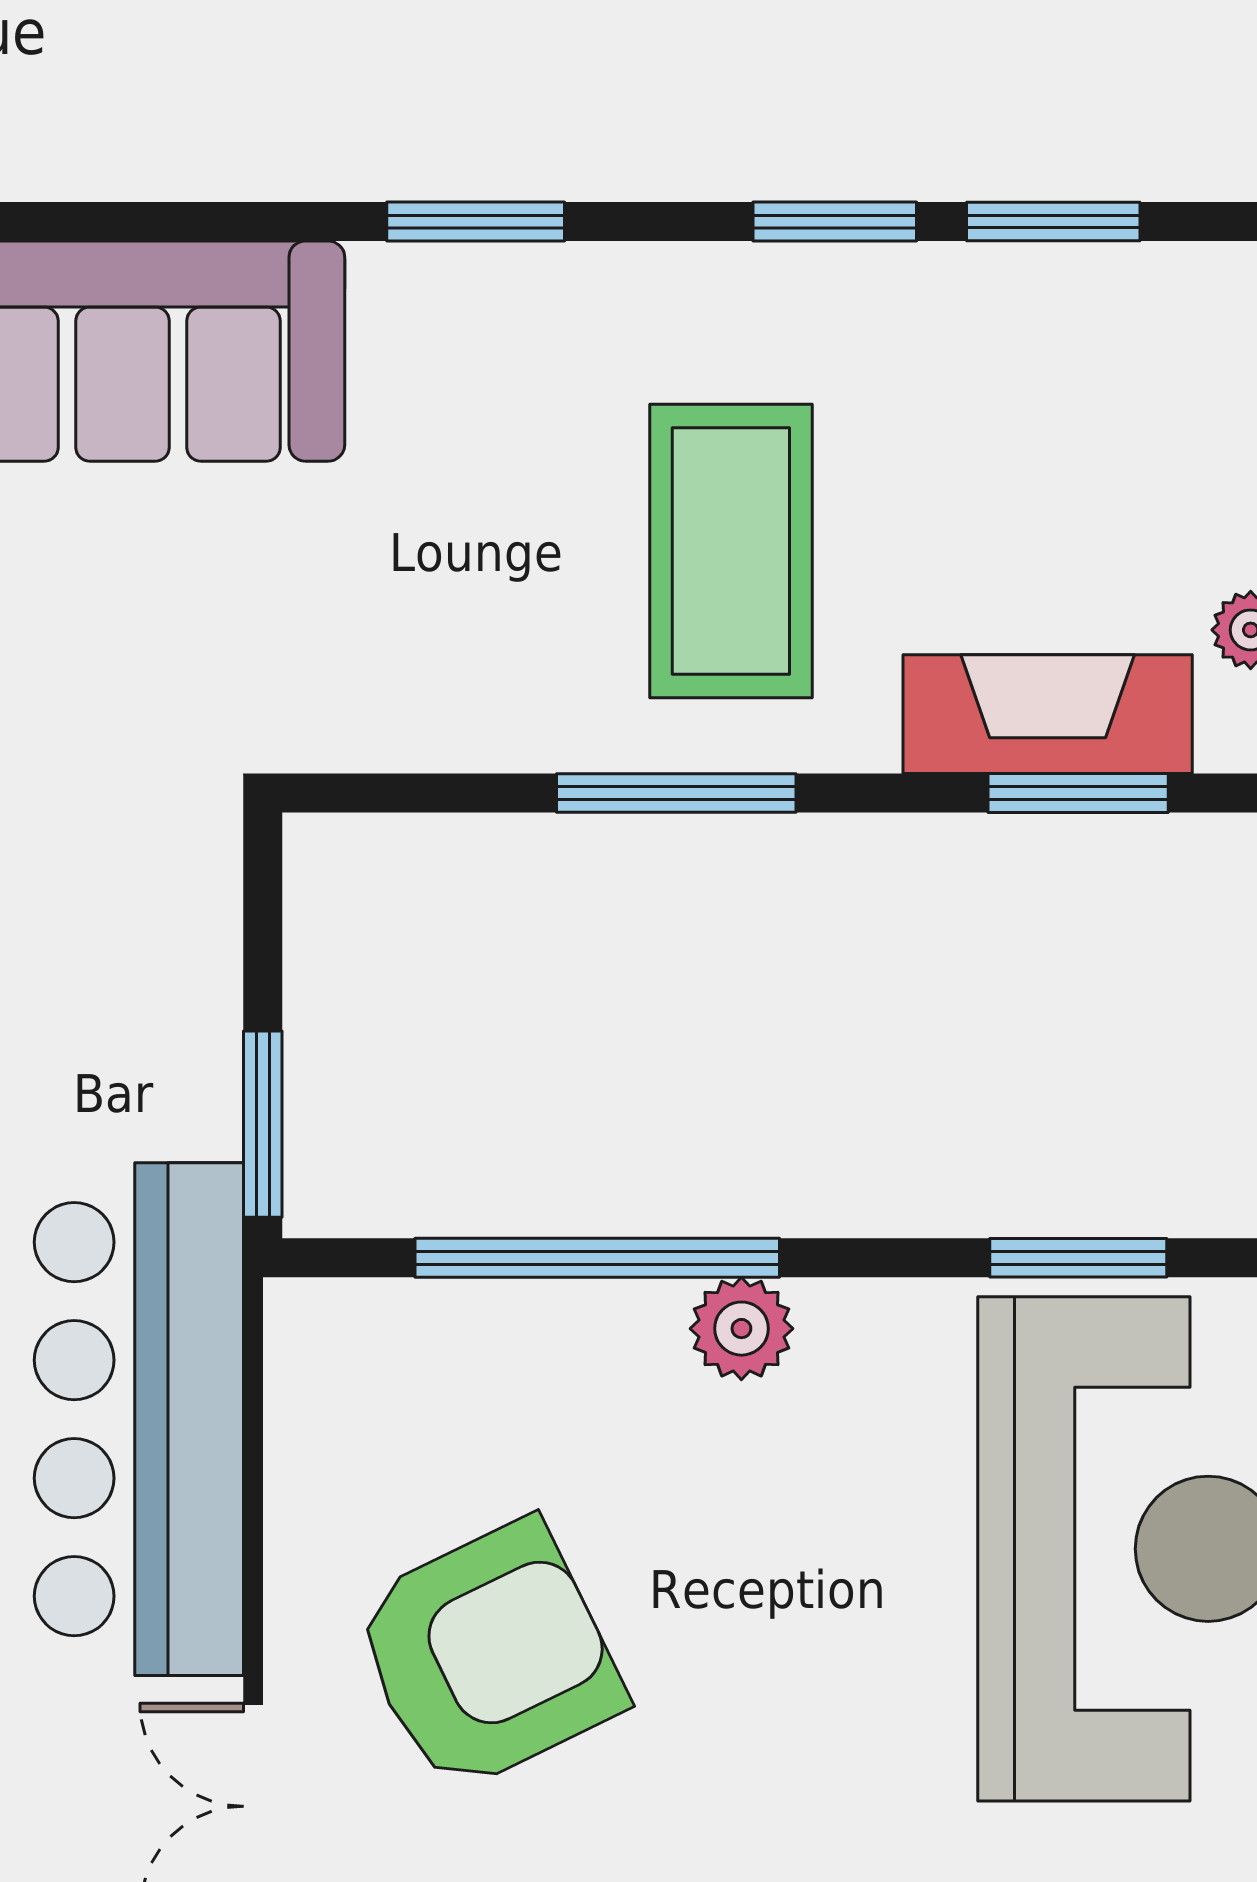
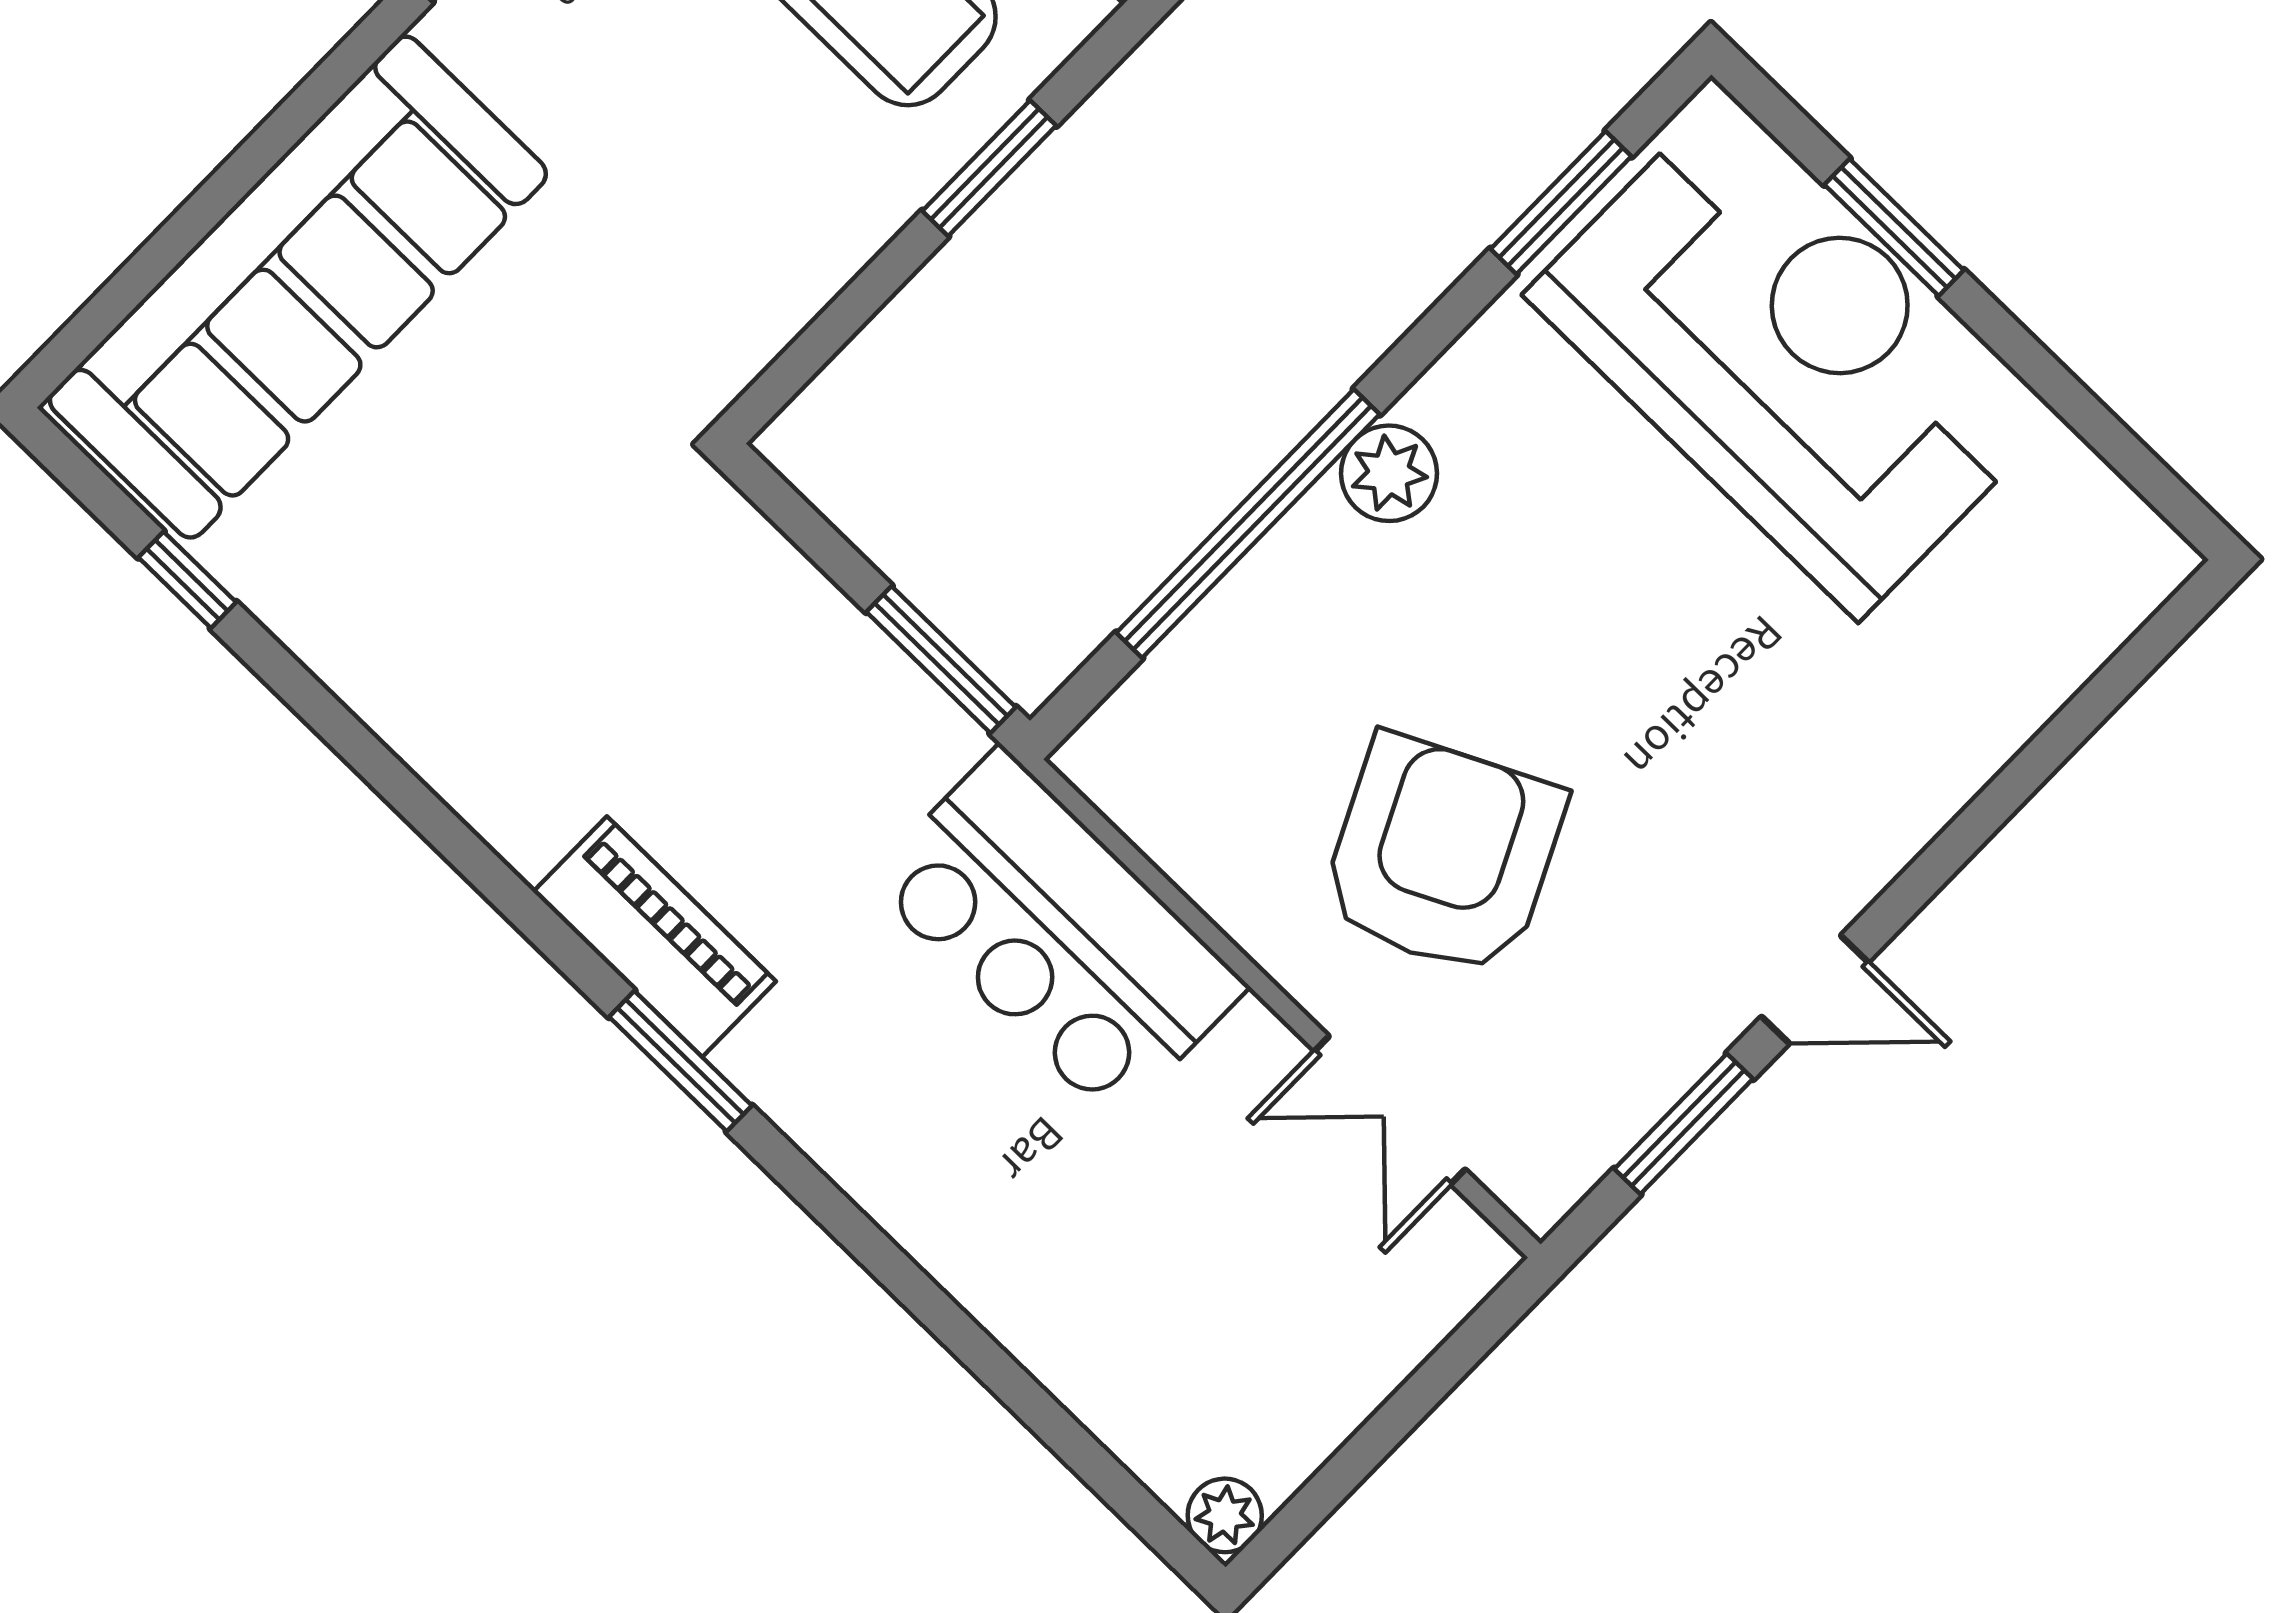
window: (676, 793) -> (989, 168), width x0.69
bar counter: (139, 1419) -> (1057, 934), width x0.73

